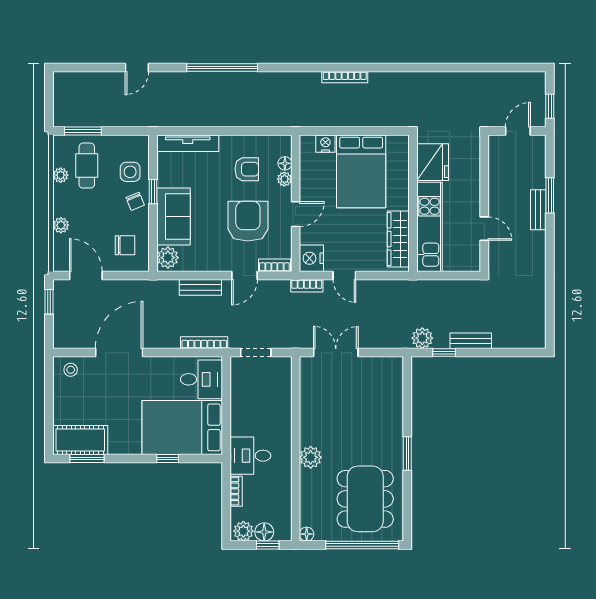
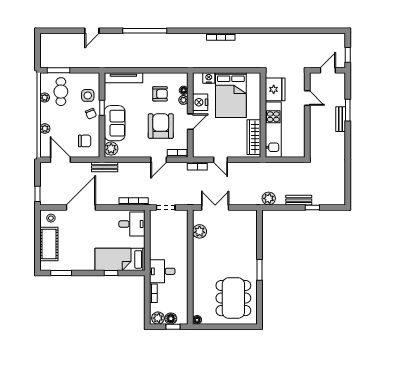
door: (484, 229) -> (307, 98), moved
nightstand: (311, 258) -> (200, 102), moved
bench: (200, 287) -> (105, 167), moved
window: (49, 302) -> (38, 194), moved
window: (444, 353) -> (312, 207), moved
bed: (182, 427) -> (120, 259), width x0.67
cot: (80, 440) -> (49, 244), moved, turned 90
plant: (311, 457) -> (200, 231), moved
window: (362, 545) -> (232, 327), removed

